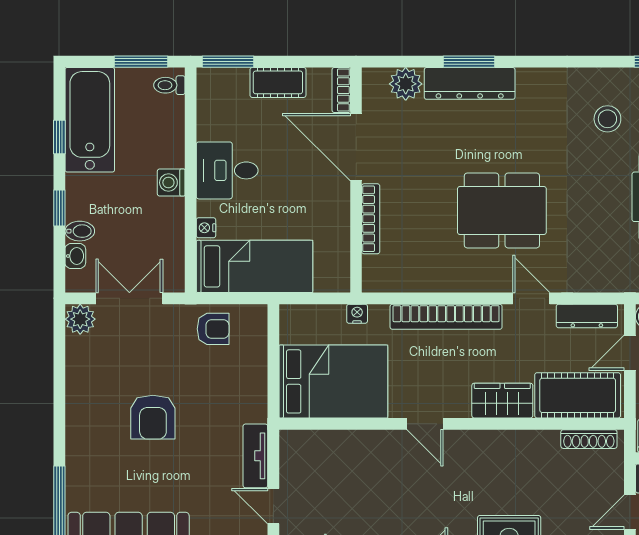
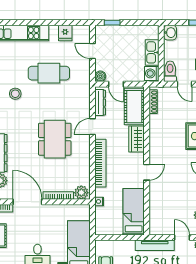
door: (356, 147) -> (27, 202), swing flipped
plant: (378, 272) -> (81, 193), added
bed: (333, 381) -> (134, 212), width x0.67
tv unit: (255, 456) -> (155, 245), width x1.41
door: (273, 506) -> (182, 238), swing flipped

